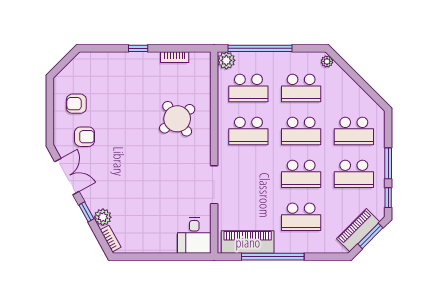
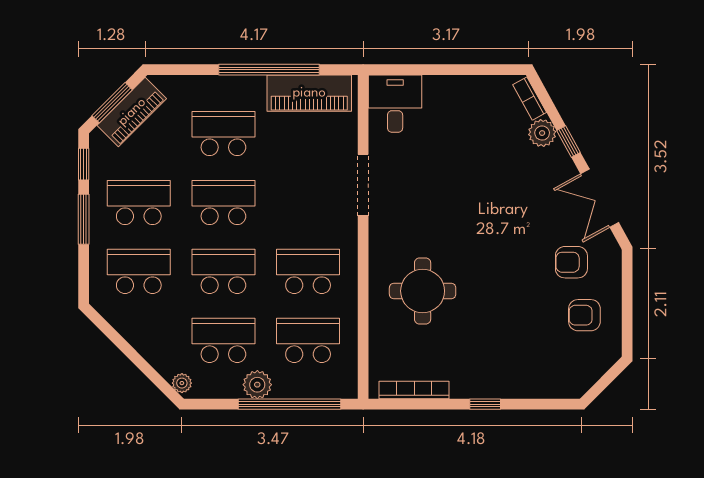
bookcase: (175, 57) -> (414, 390), width x1.56
plant: (226, 60) -> (257, 385), moved
armchair: (76, 104) -> (584, 315), turned 180
round table: (177, 119) -> (423, 291), turned 37

